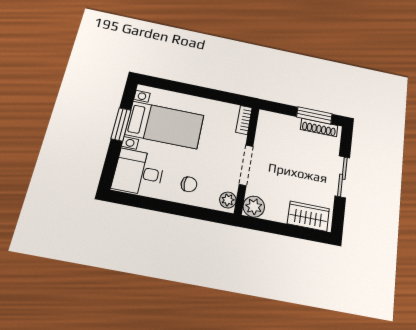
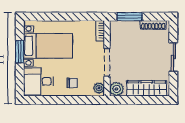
window: (314, 115) -> (130, 17), moved
wardrobe: (308, 216) -> (147, 88), width x1.50

